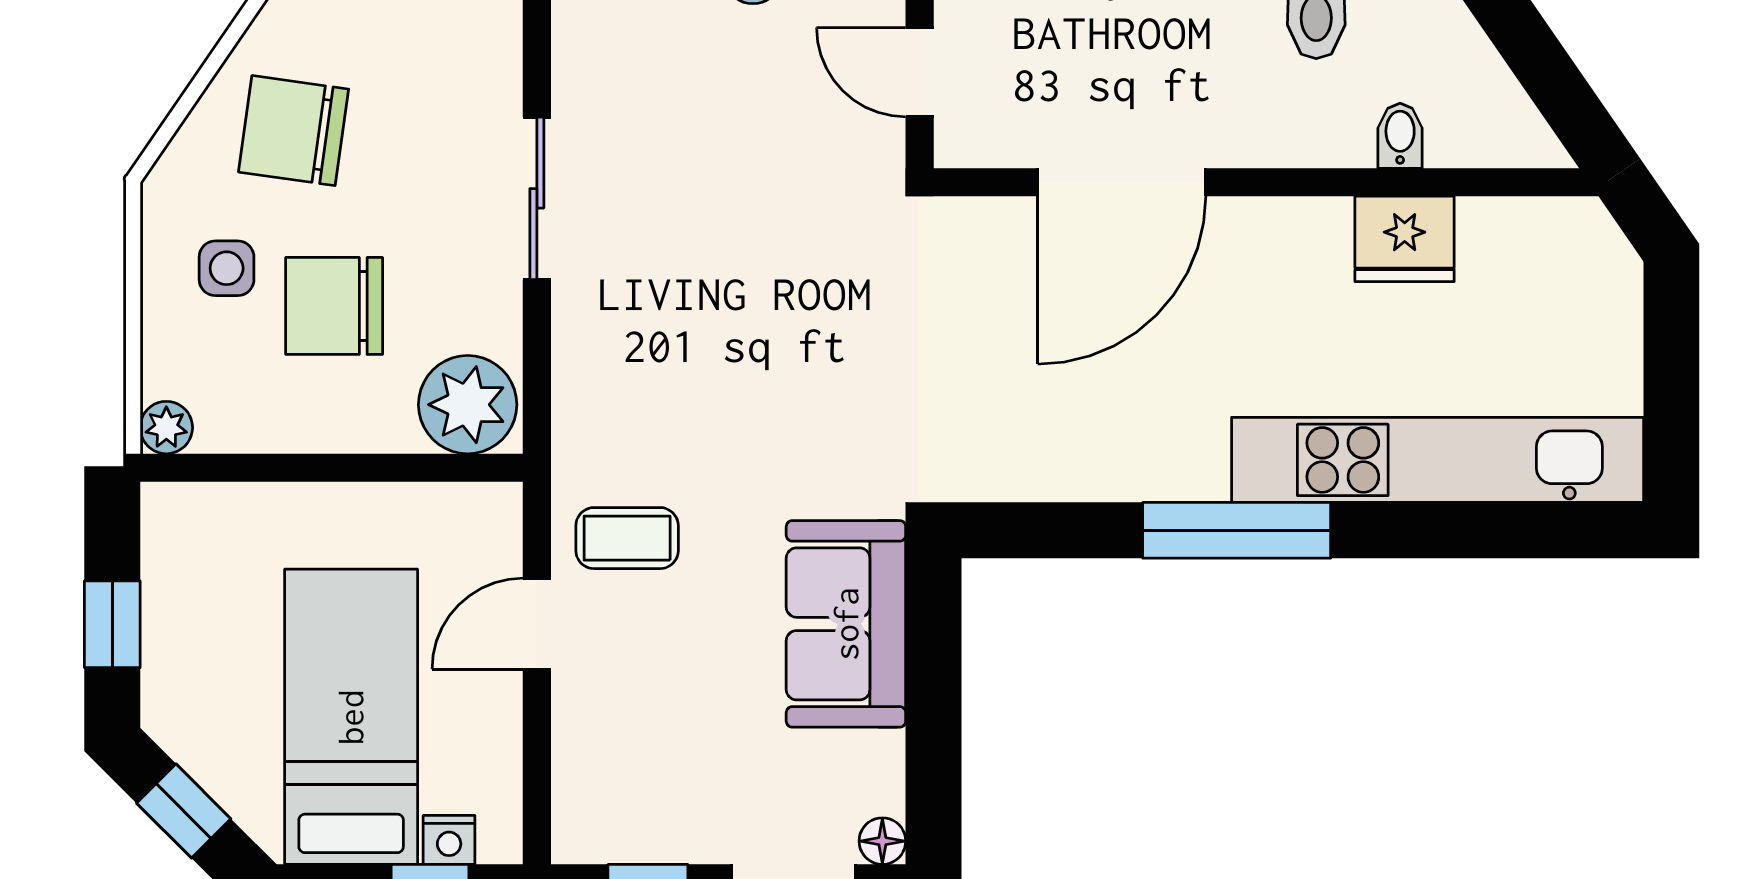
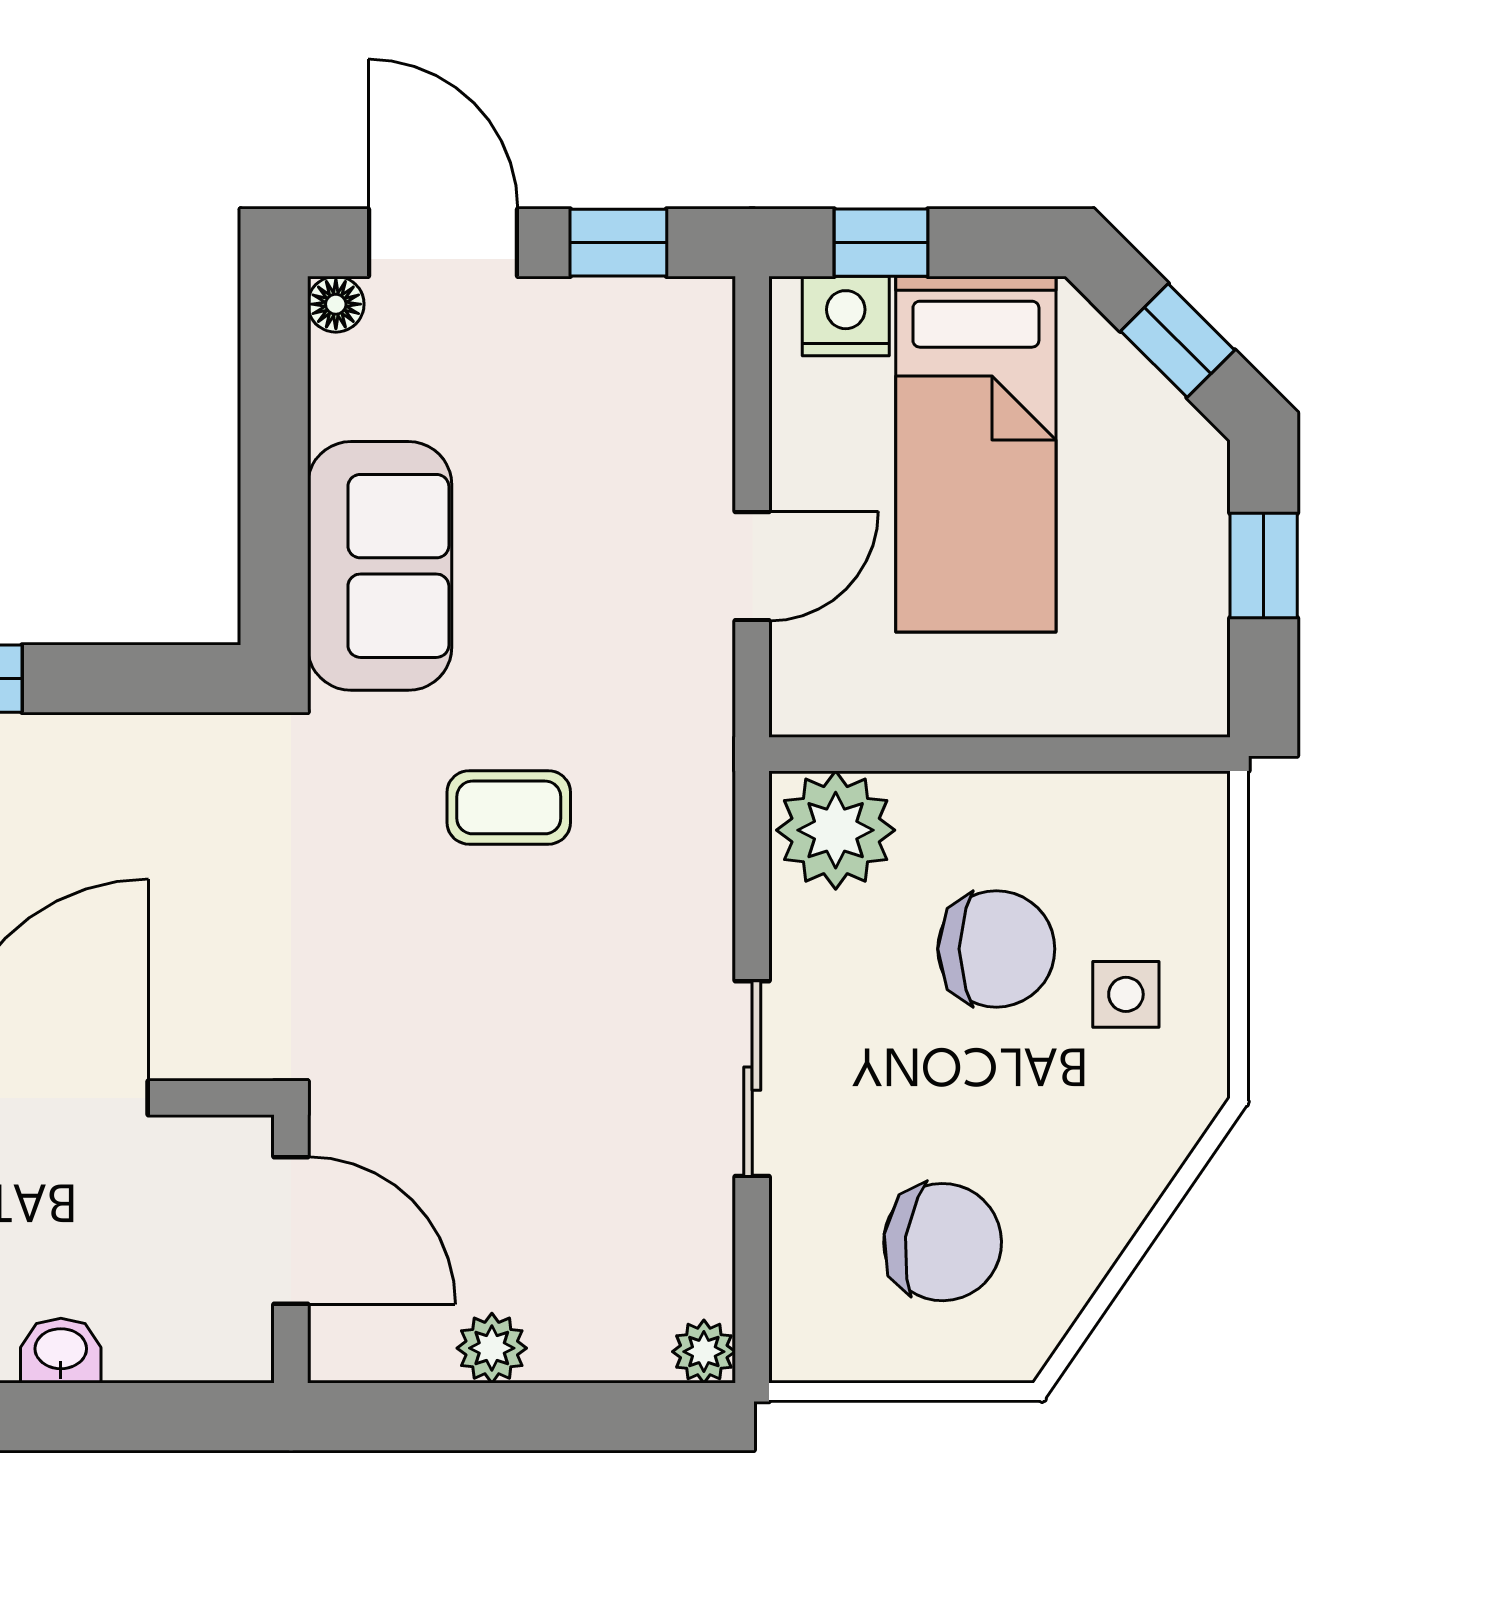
door: (920, 72) -> (291, 1231), width x1.37
chair: (294, 131) -> (943, 1242), moved
plant: (166, 428) -> (1199, 802), removed
coffee table: (627, 538) -> (509, 807), moved
nightstand: (449, 840) -> (846, 316), width x1.39, depth x1.35

